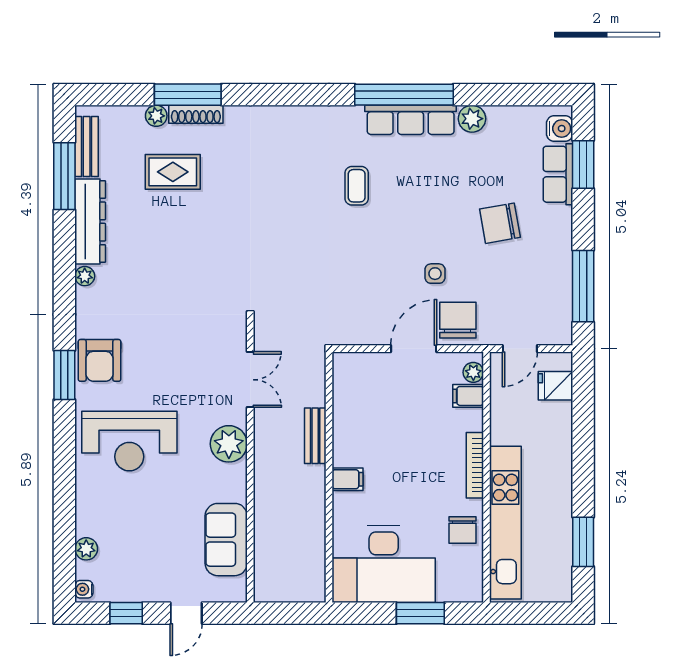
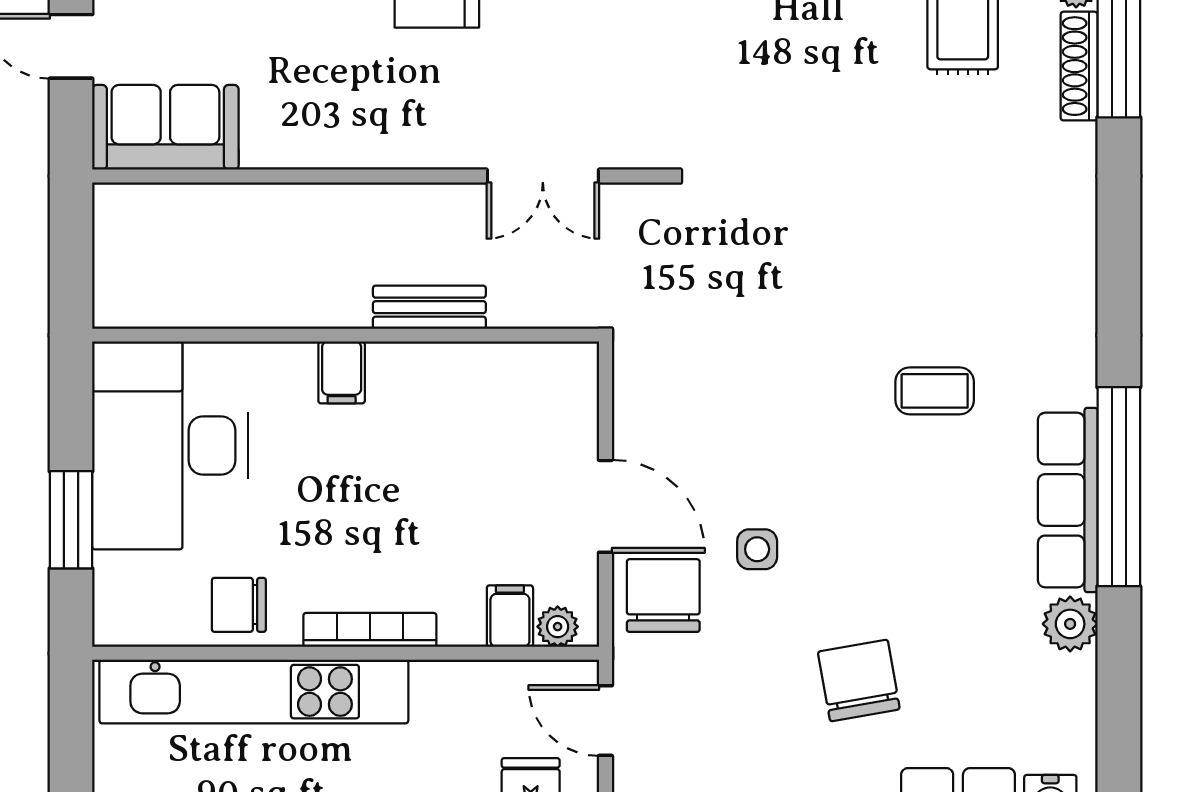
chair: (458, 320) -> (663, 596), turned -90
plant: (229, 444) -> (413, 133), removed
sofa: (226, 540) -> (165, 127), moved

